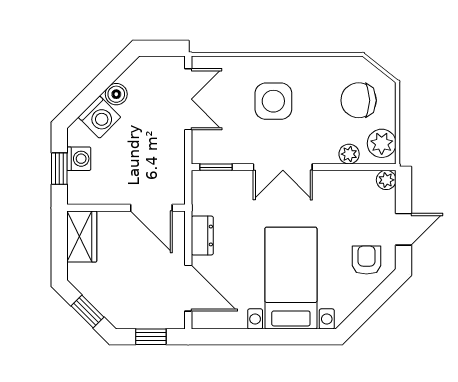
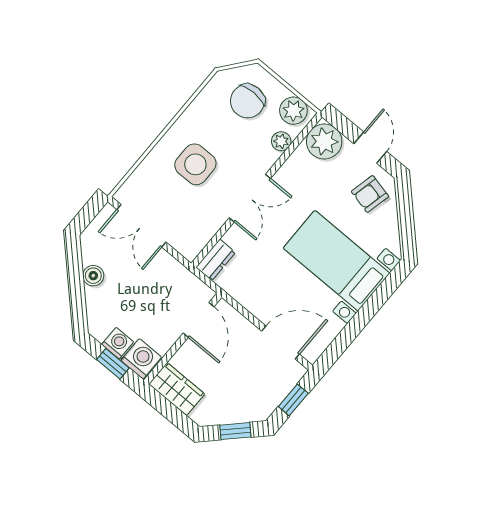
double door: (188, 99) -> (141, 226), swing flipped
washing machine: (100, 117) -> (141, 359), moved, turned -45
window: (216, 167) -> (209, 247), removed
plant: (386, 180) -> (324, 142), width x1.87, depth x1.87
door: (151, 208) -> (199, 320), hinge flipped
dresser: (202, 236) -> (216, 260), moved, turned 90
armchair: (366, 260) -> (370, 194), turned -77

